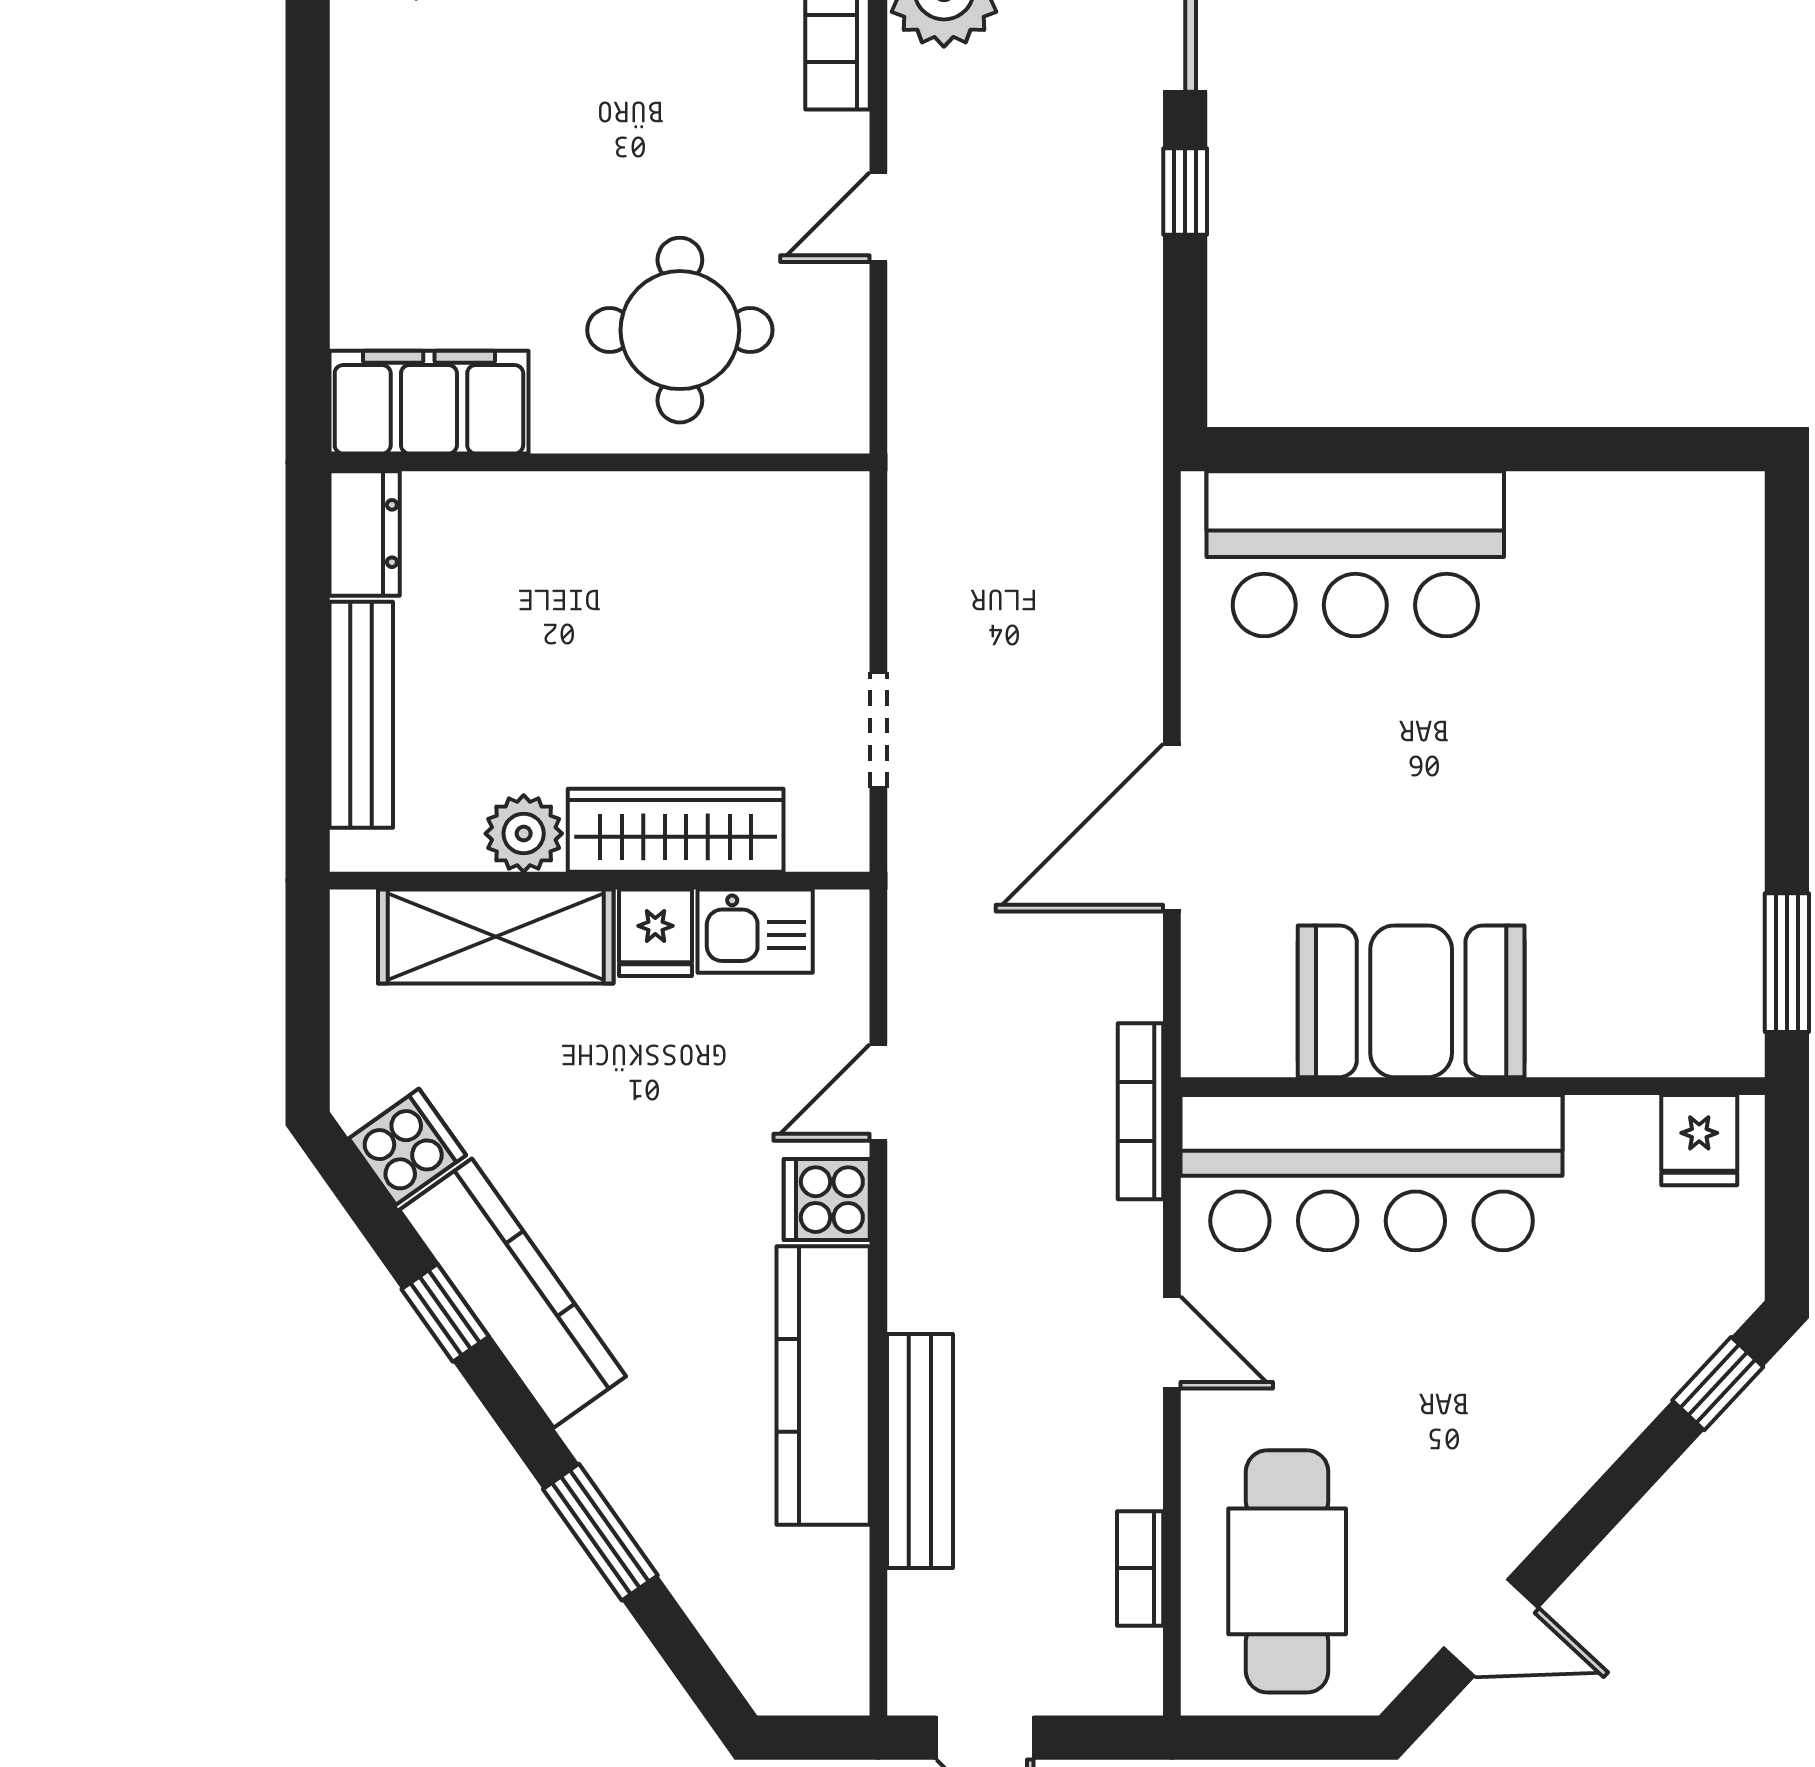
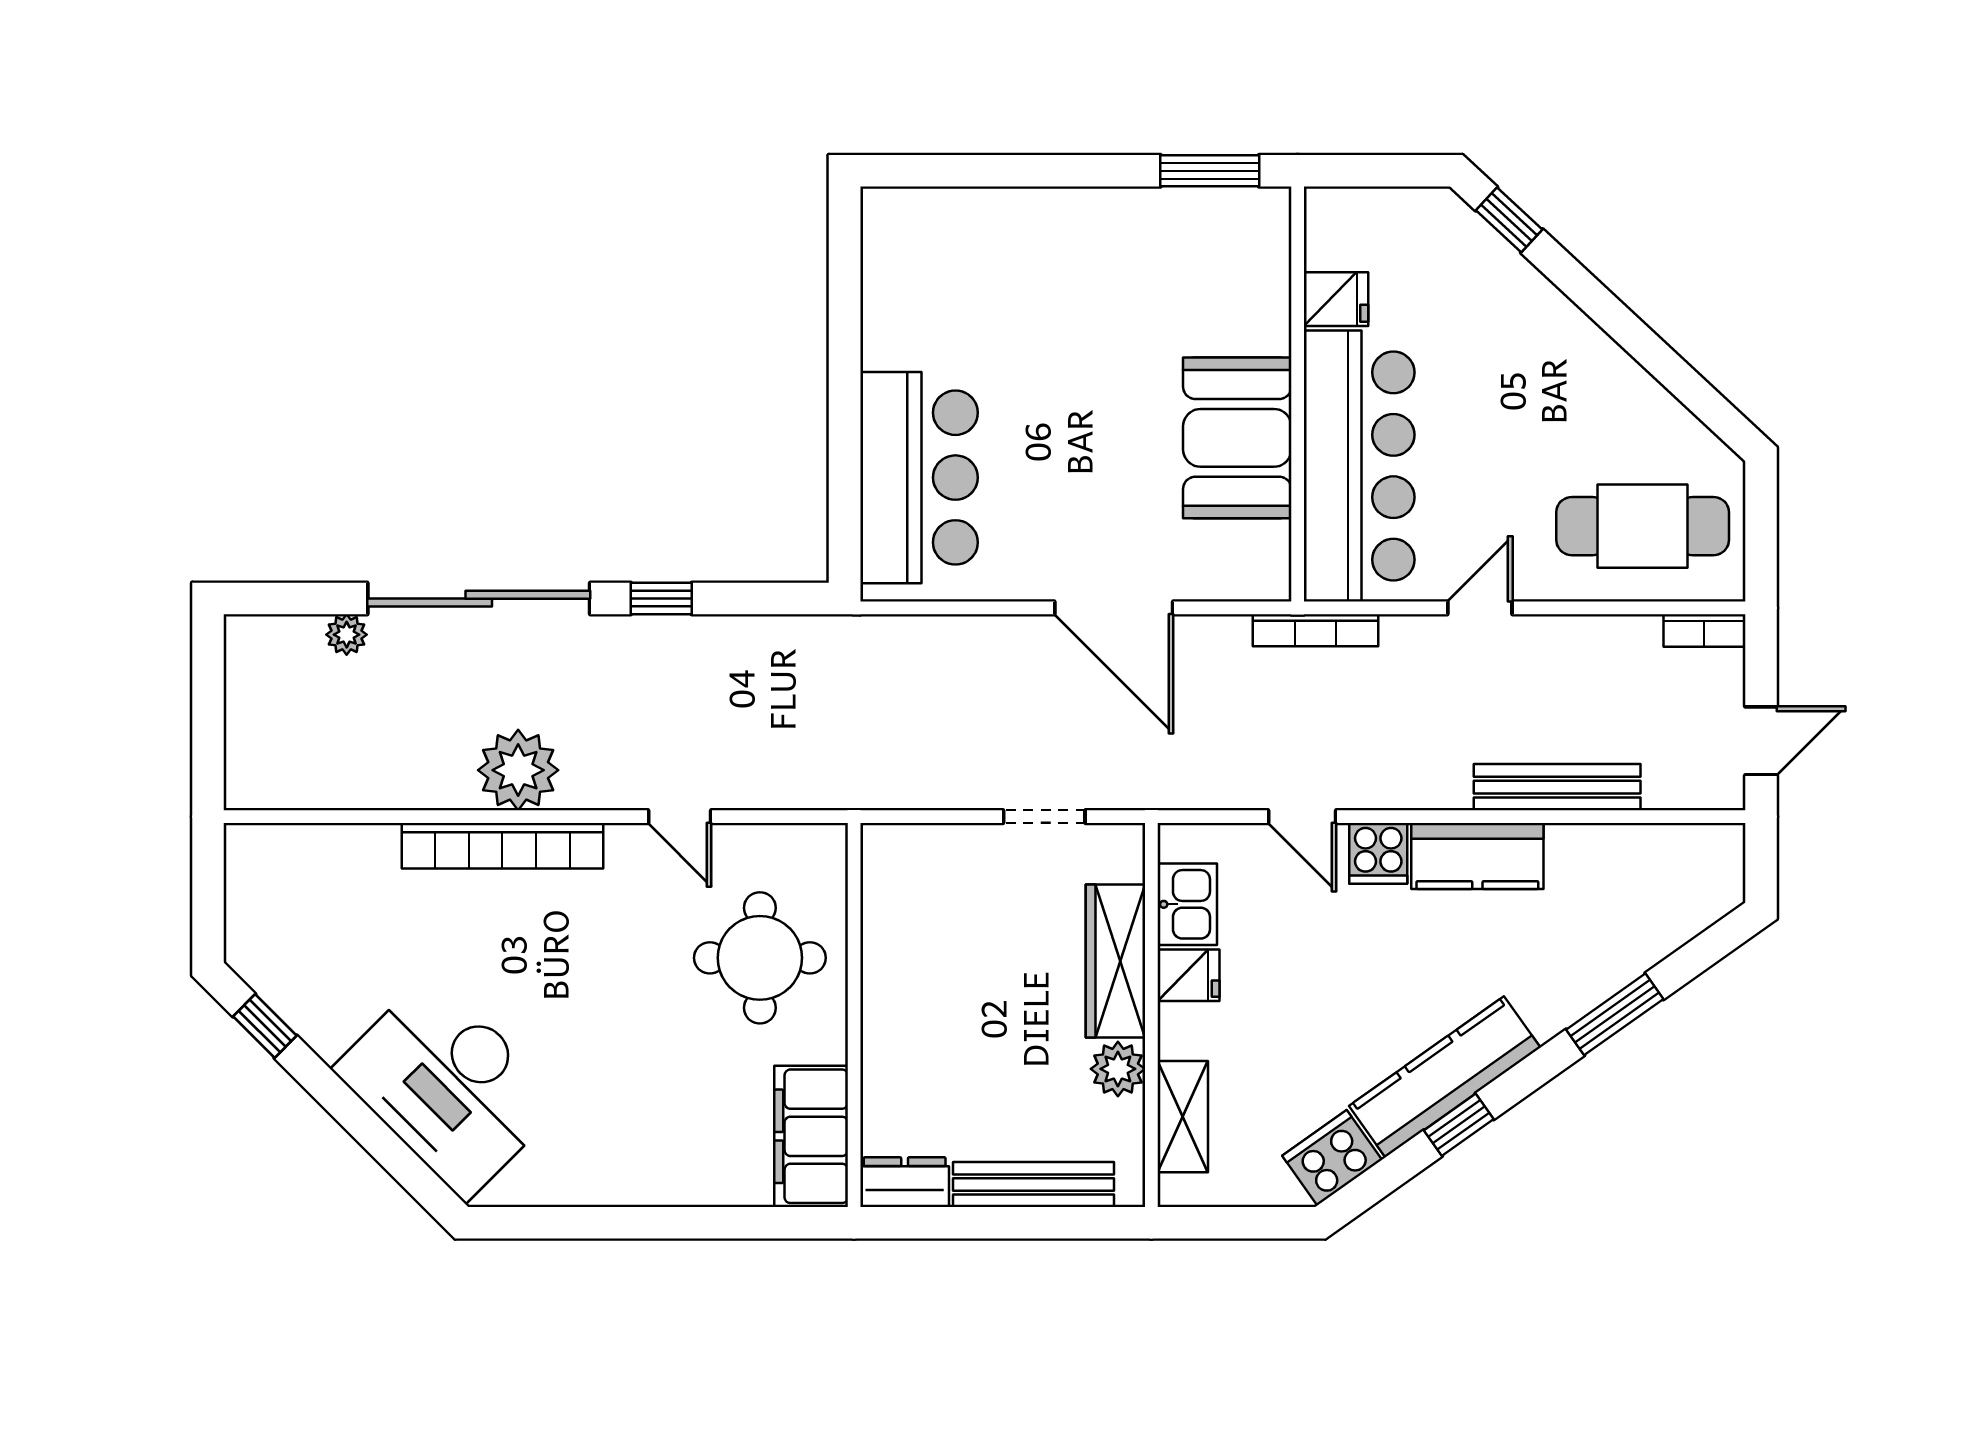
shelving: (496, 937) -> (1183, 1117), width x0.67, depth x0.75
fridge: (1699, 1140) -> (1336, 299), moved
cooker: (407, 1147) -> (1332, 1158), width x1.36
kitchen counter: (823, 1386) -> (1477, 856), width x0.67
bookcase: (1140, 1568) -> (1704, 631), moved
door: (1491, 1628) -> (1683, 381), removed

